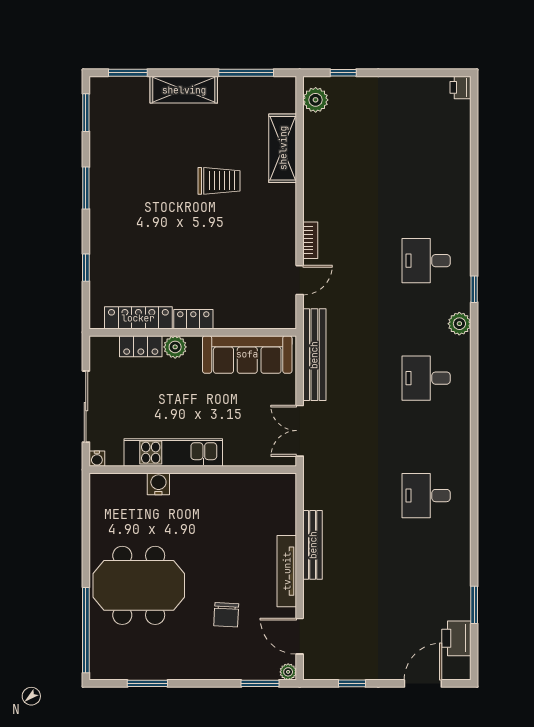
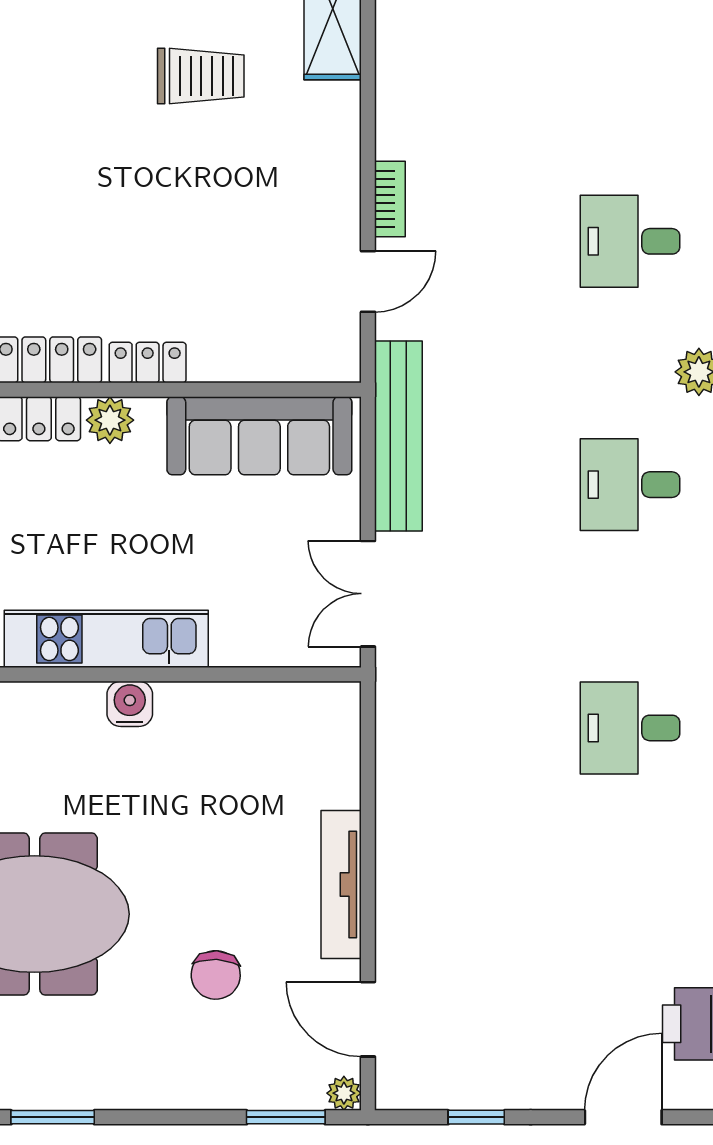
water cooler: (158, 484) -> (130, 704), moved
bench: (313, 545) -> (395, 830), removed

